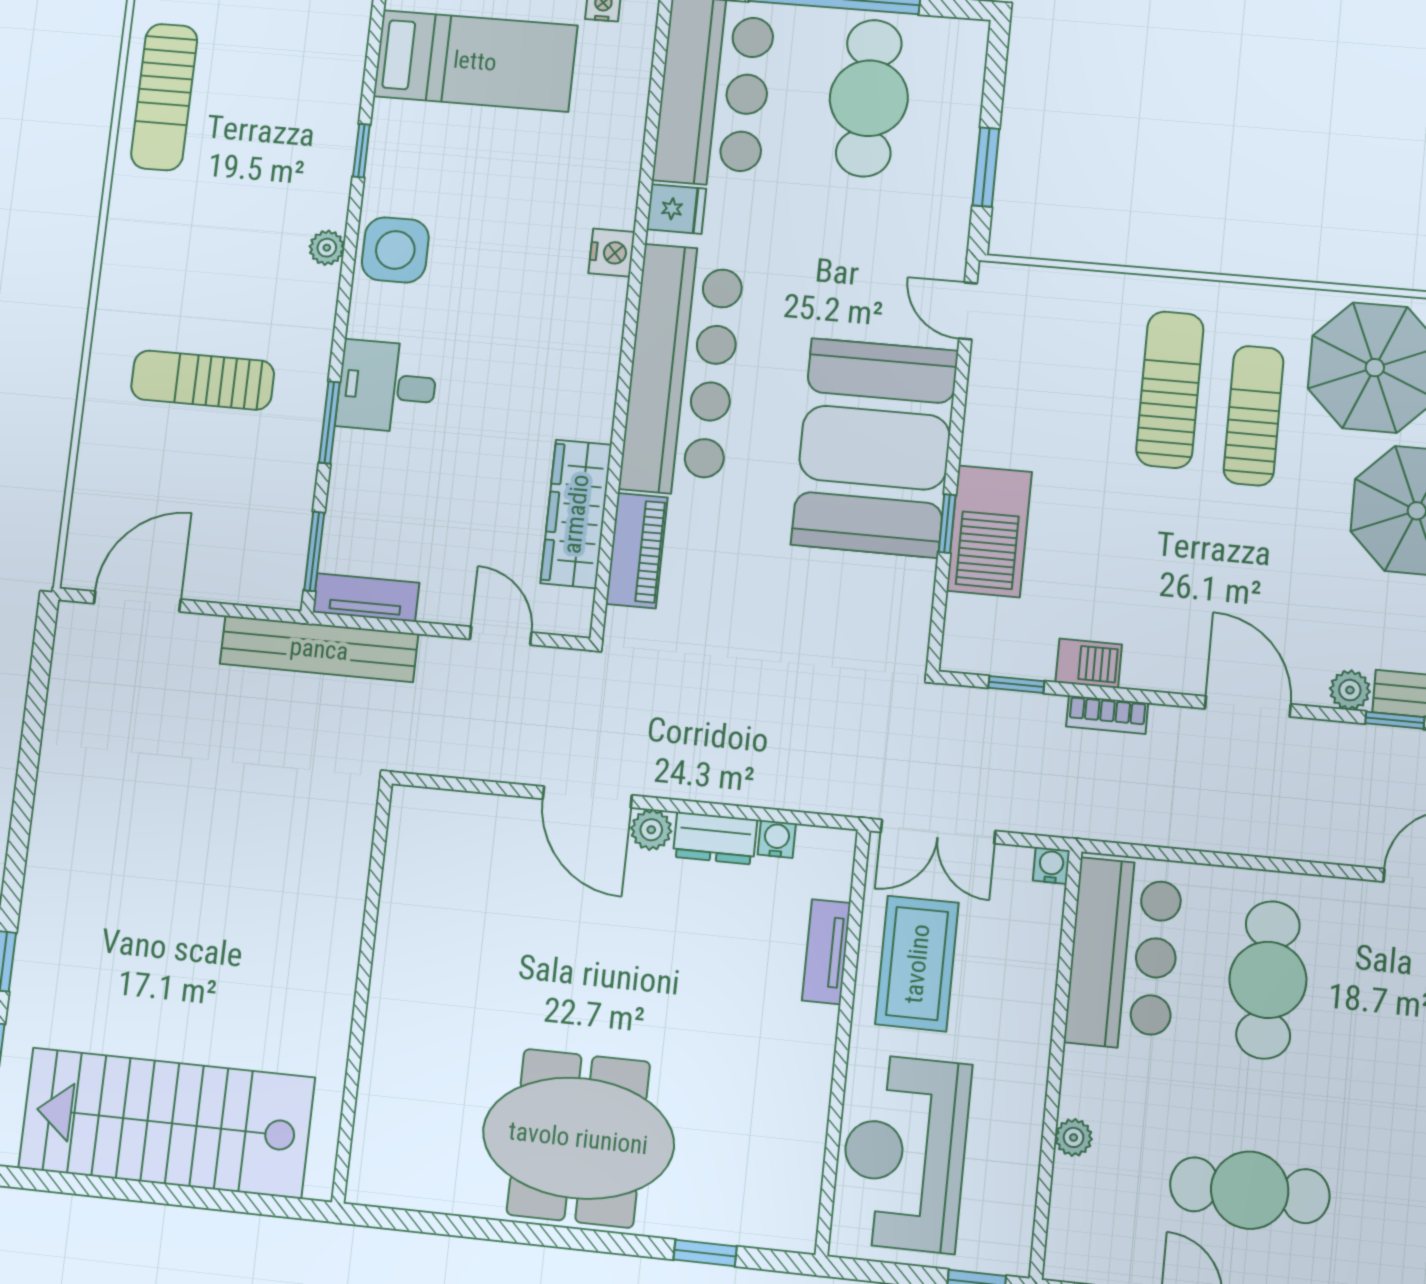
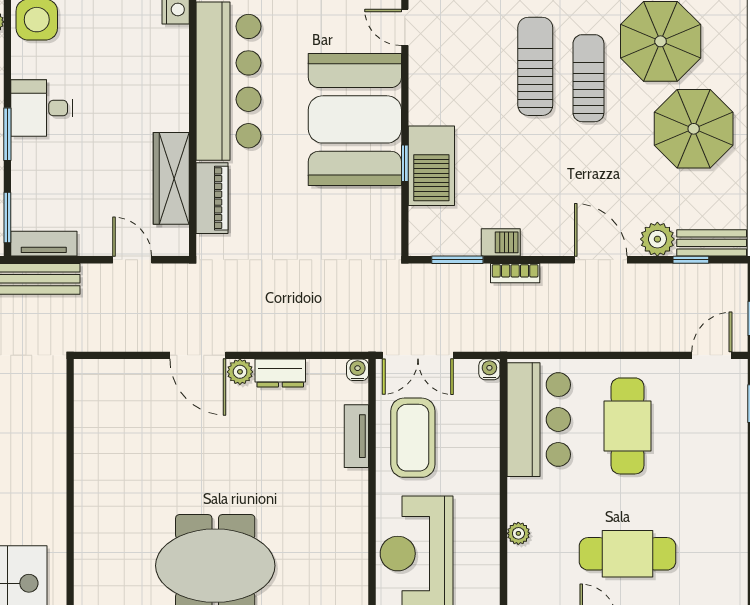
window: (1016, 684) -> (457, 260), width x1.50
plant: (1350, 690) -> (657, 239), width x1.38, depth x1.38
water cooler: (777, 839) -> (358, 370), moved

